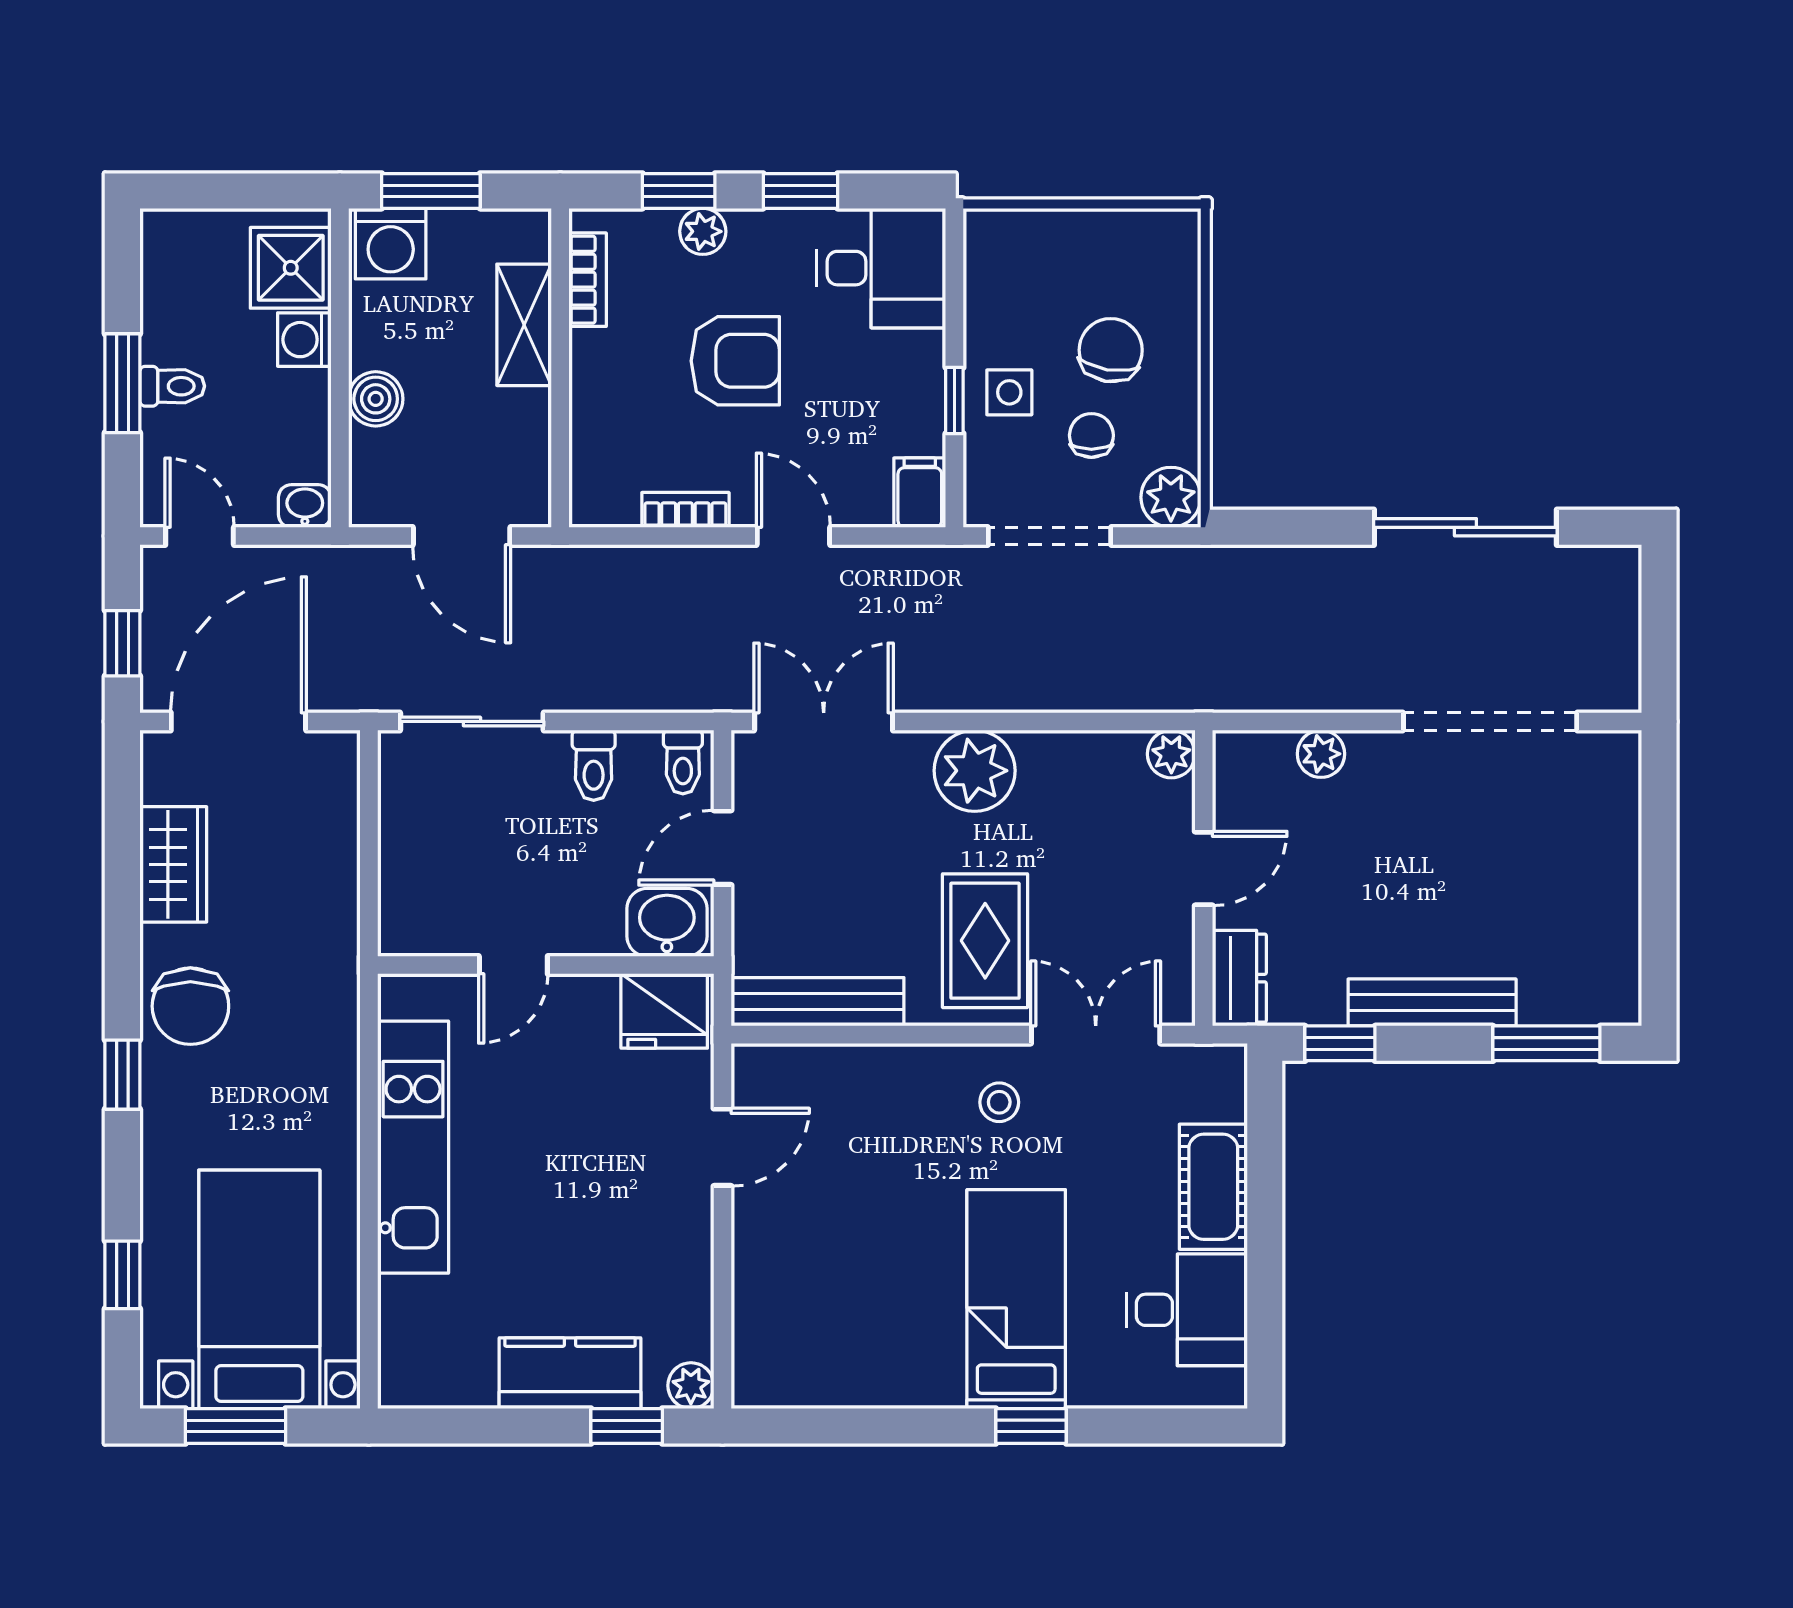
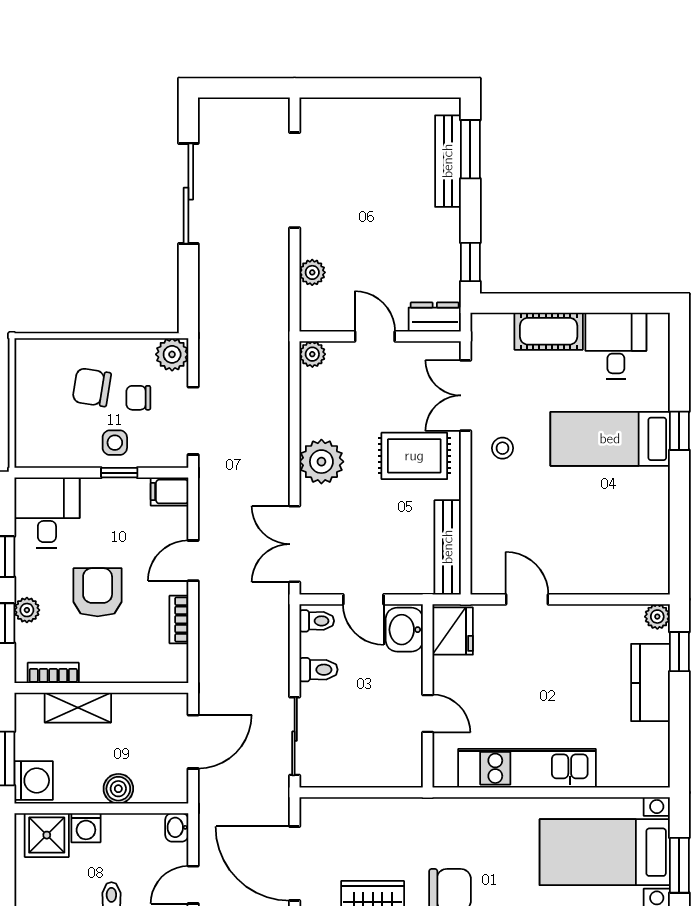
bench: (1432, 1002) -> (448, 161), moved

